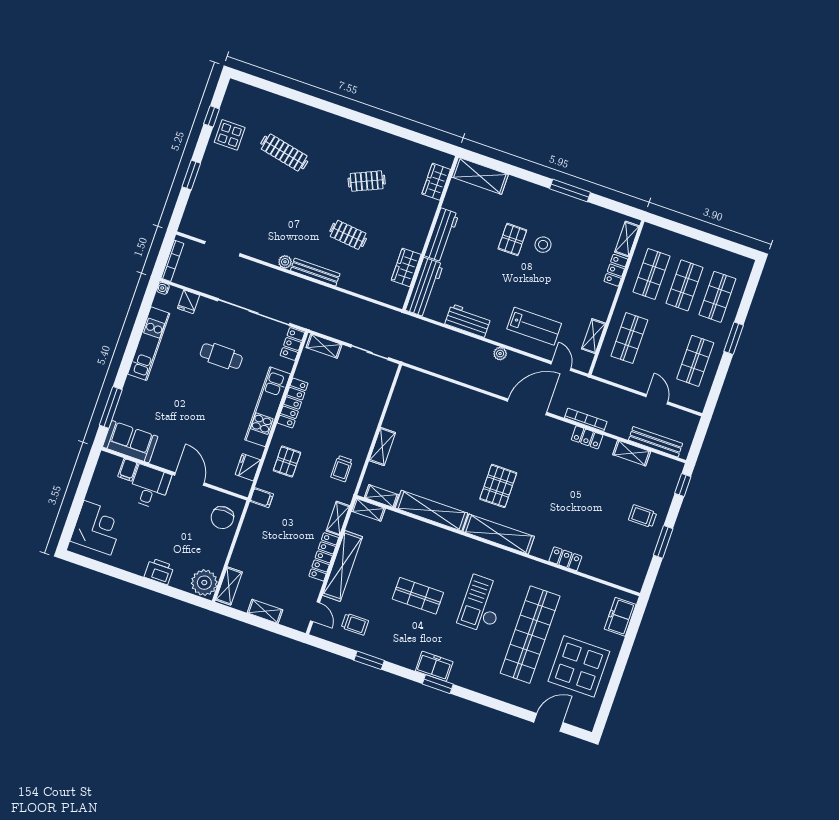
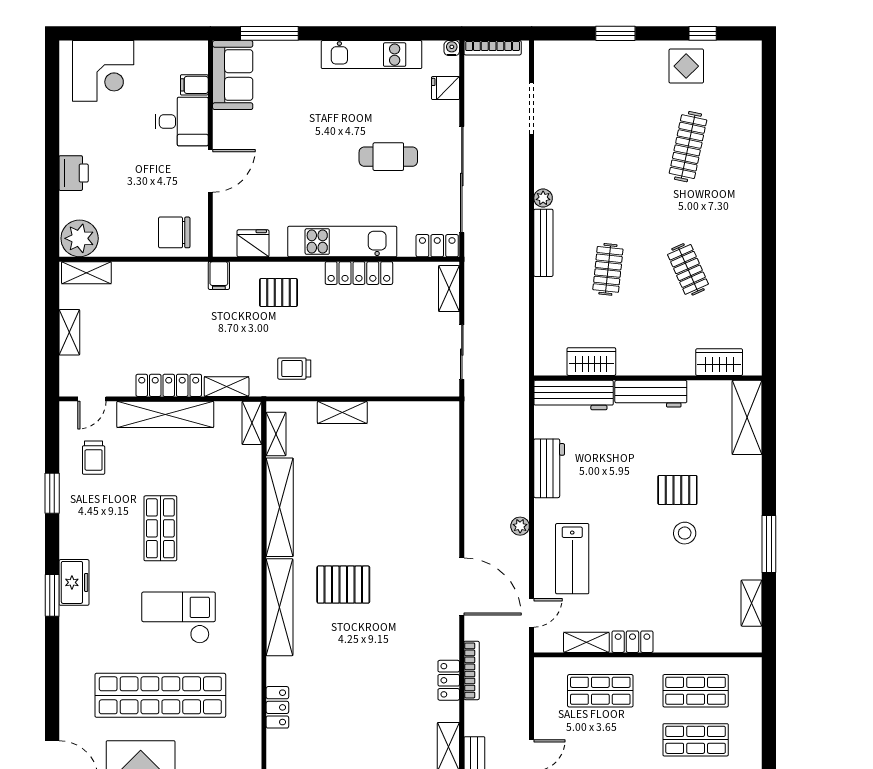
shelving: (627, 239) -> (752, 603), moved, turned 90
locker: (616, 270) -> (632, 642), moved
cafe table: (221, 356) -> (388, 157), turned 90

